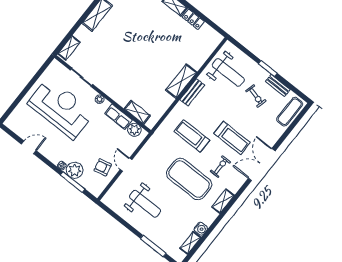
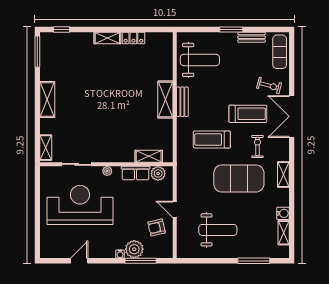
exercise bike: (256, 96) -> (269, 86), moved

